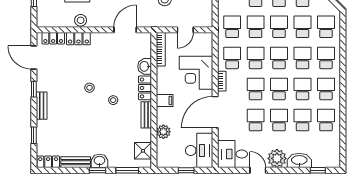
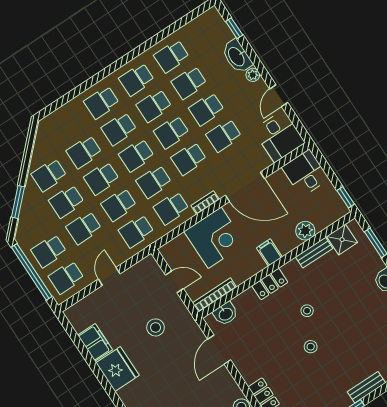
school desk: (326, 27) -> (67, 126), removed
door: (125, 30) -> (219, 350), hinge flipped
washbasin: (145, 66) -> (225, 314), moved
bench: (146, 115) -> (314, 253), moved
desk: (199, 150) -> (305, 173), width x0.73
plant: (277, 158) -> (253, 75), width x0.53, depth x0.53
window: (186, 170) -> (346, 197), moved

